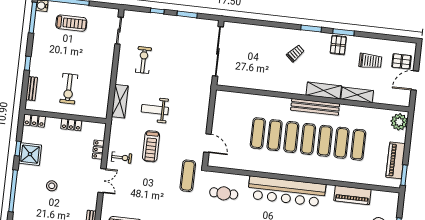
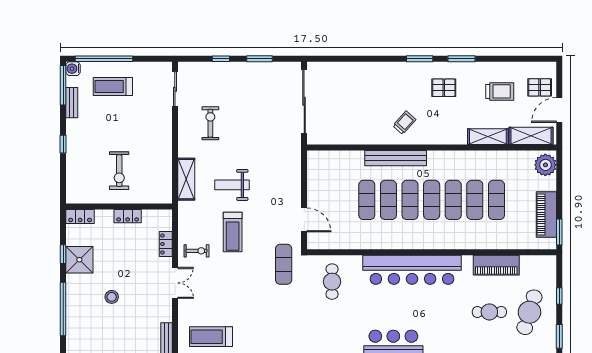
treadmill: (71, 23) -> (113, 87), turned 180
pallet: (338, 45) -> (444, 88), moved, turned 90
trolley: (295, 53) -> (404, 123), moved
bench: (32, 89) -> (72, 103), moved
shelving: (324, 91) -> (531, 136), moved
bench: (315, 107) -> (396, 158), moved
cafe table: (224, 193) -> (332, 282), turned 90

